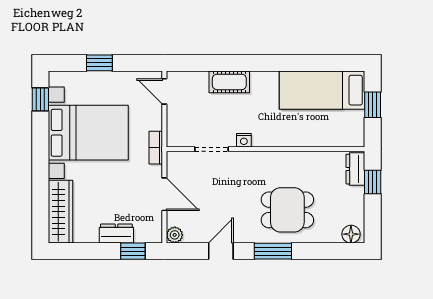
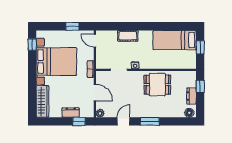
window: (99, 63) -> (72, 26), moved
dresser: (355, 169) -> (192, 96), moved
dining table: (287, 210) -> (157, 85), moved

